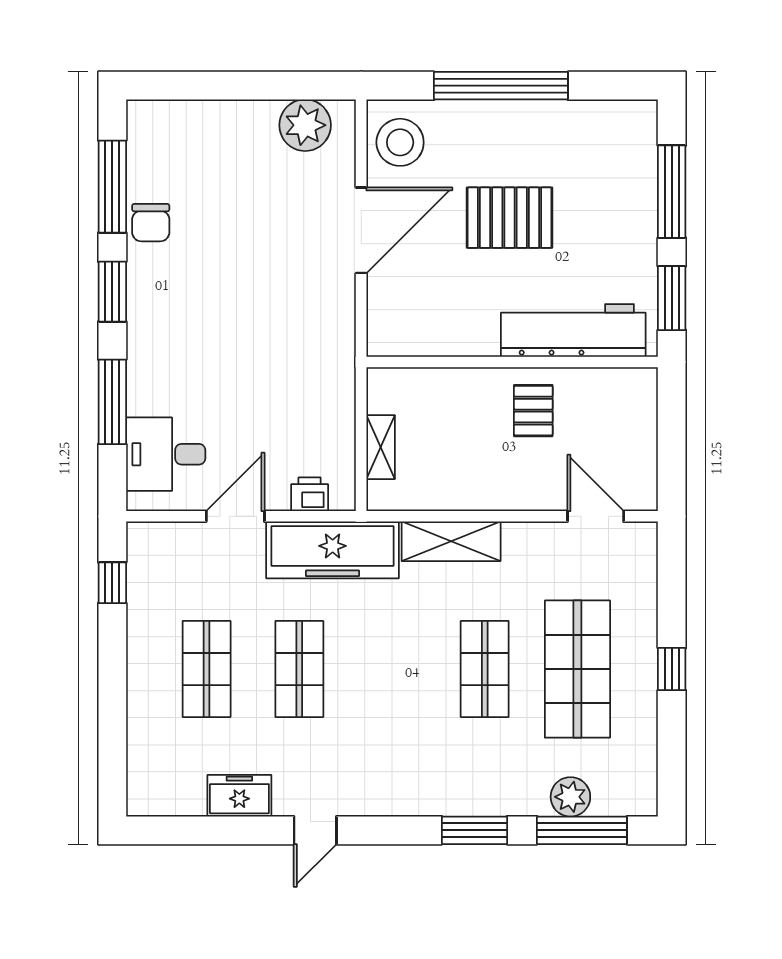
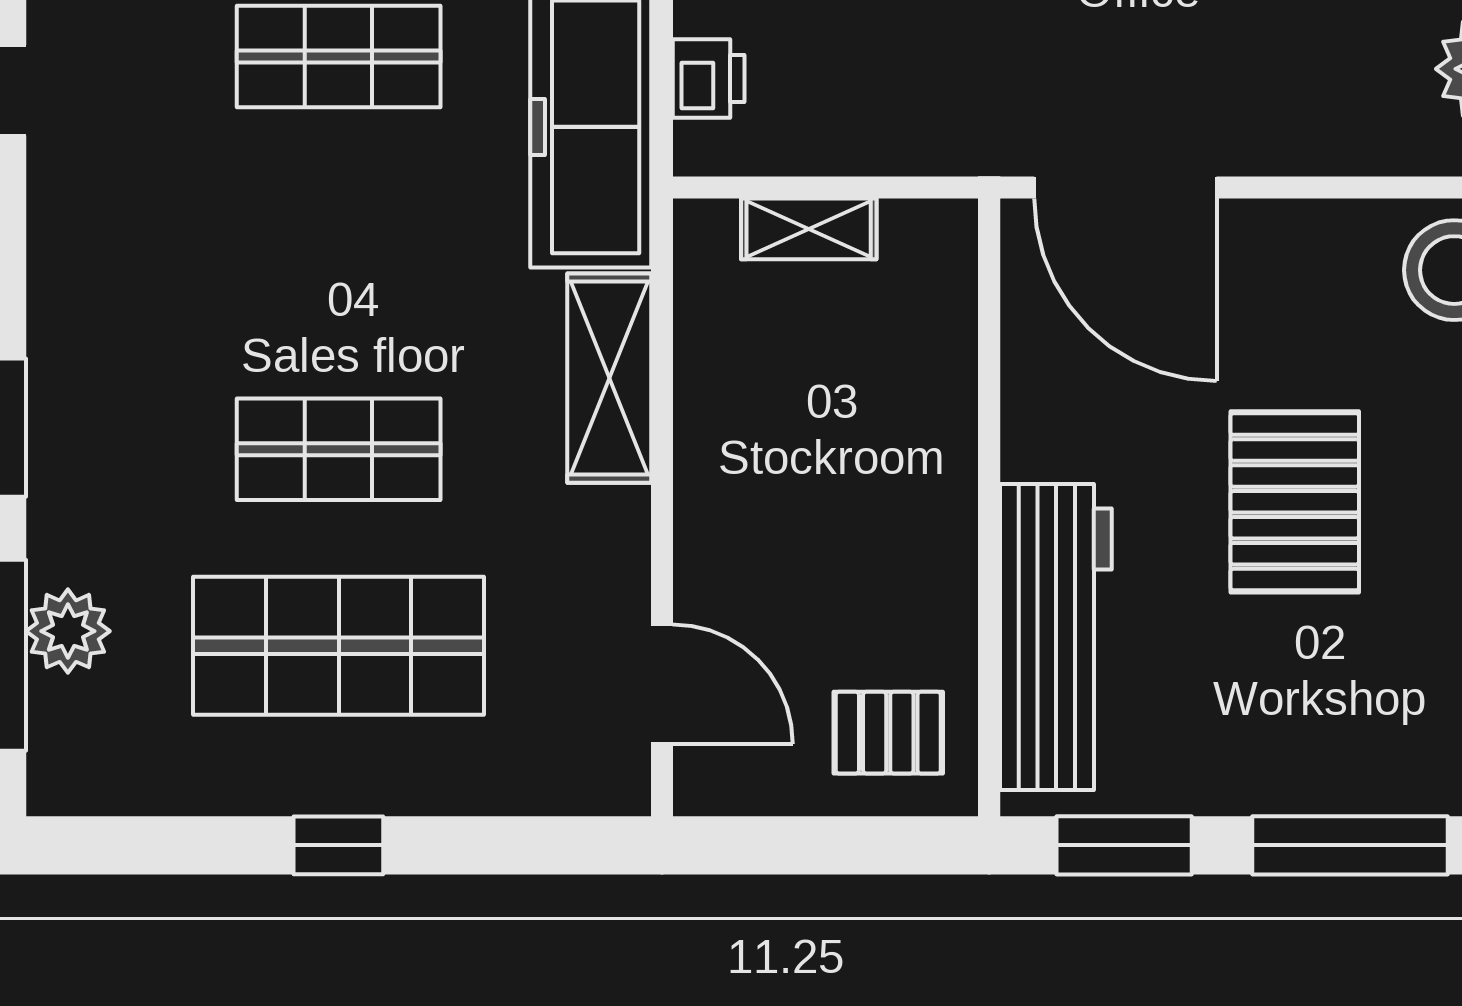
door: (361, 230) -> (1125, 188), moved
pallet: (533, 411) -> (888, 733), moved
door: (596, 516) -> (662, 684), hinge flipped

